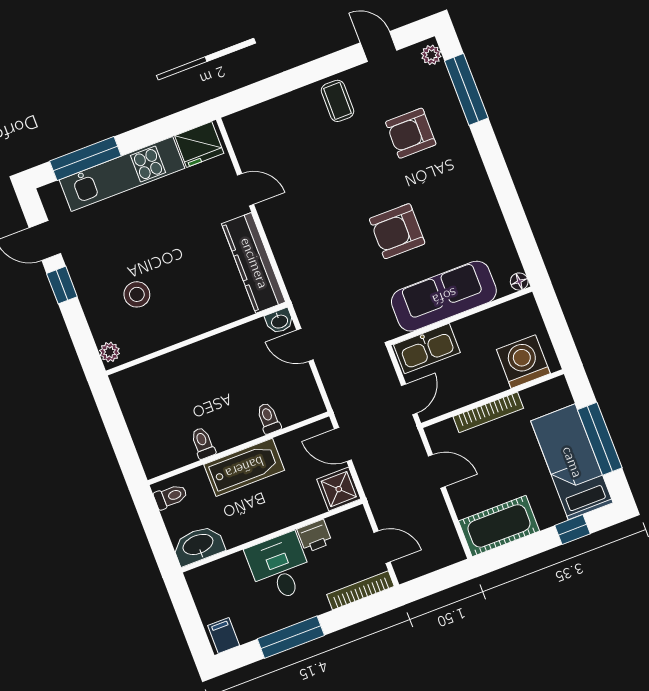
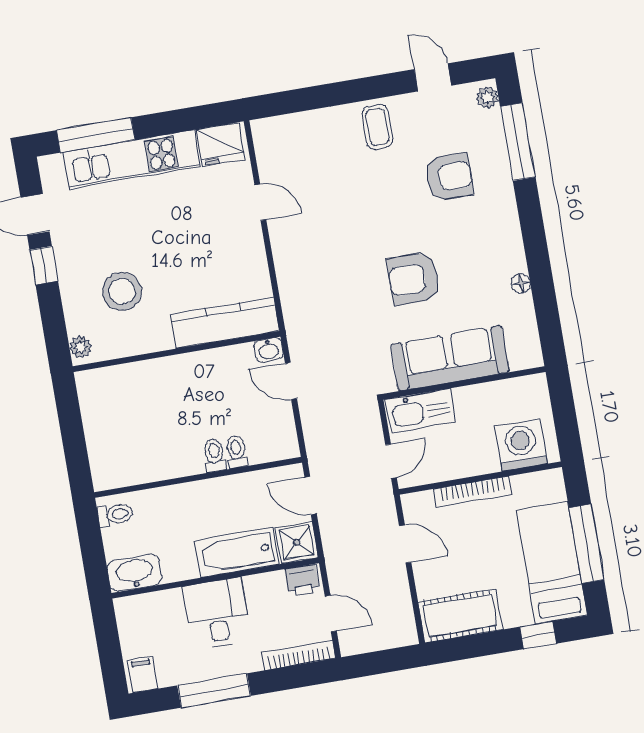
armchair: (411, 133) -> (449, 177), turned 180
kitchen counter: (254, 263) -> (225, 323), moved, turned 90
floor lamp: (519, 282) -> (521, 283), moved
stool: (137, 294) -> (122, 291), width x1.38, depth x1.38
toilet: (203, 443) -> (215, 455), moved
bathtub: (244, 467) -> (237, 552), moved, turned 180
printer: (315, 536) -> (302, 580), moved

